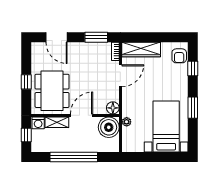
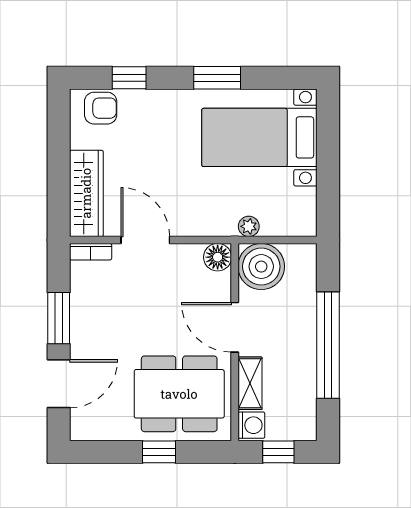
window: (96, 37) -> (59, 318), moved

